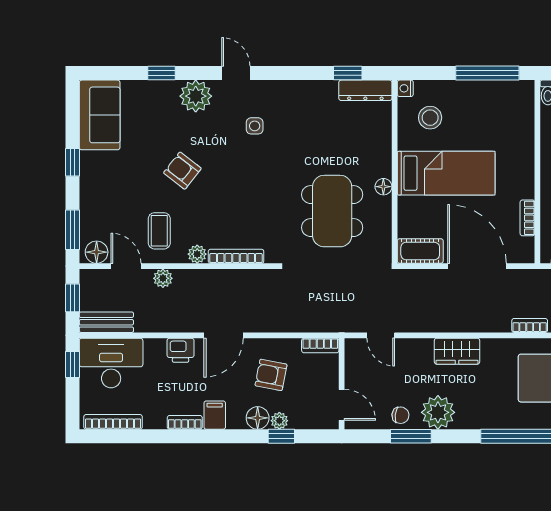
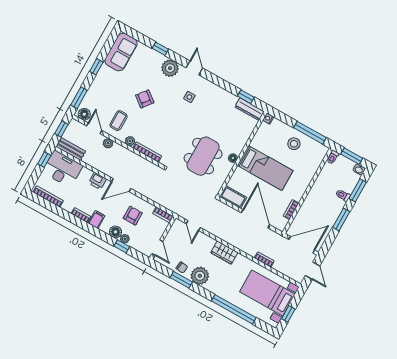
stool: (430, 118) -> (294, 144), moved
armchair: (271, 375) -> (133, 216), turned 79

